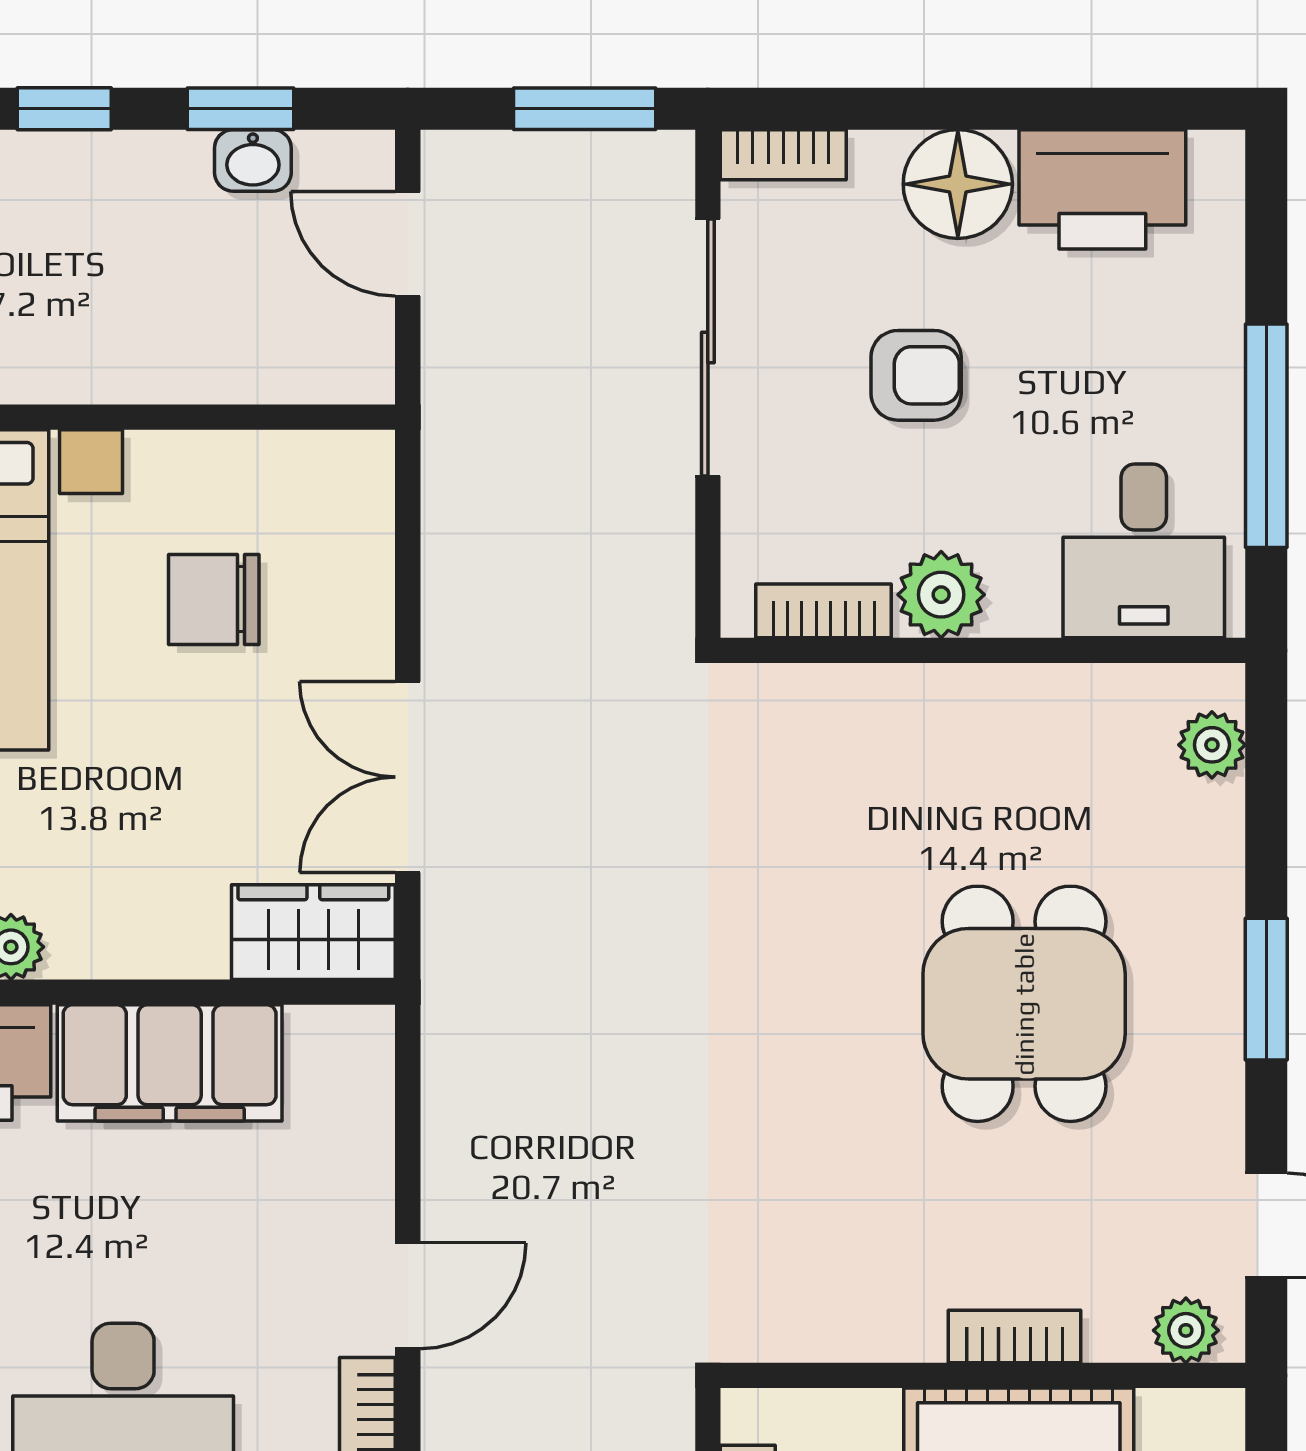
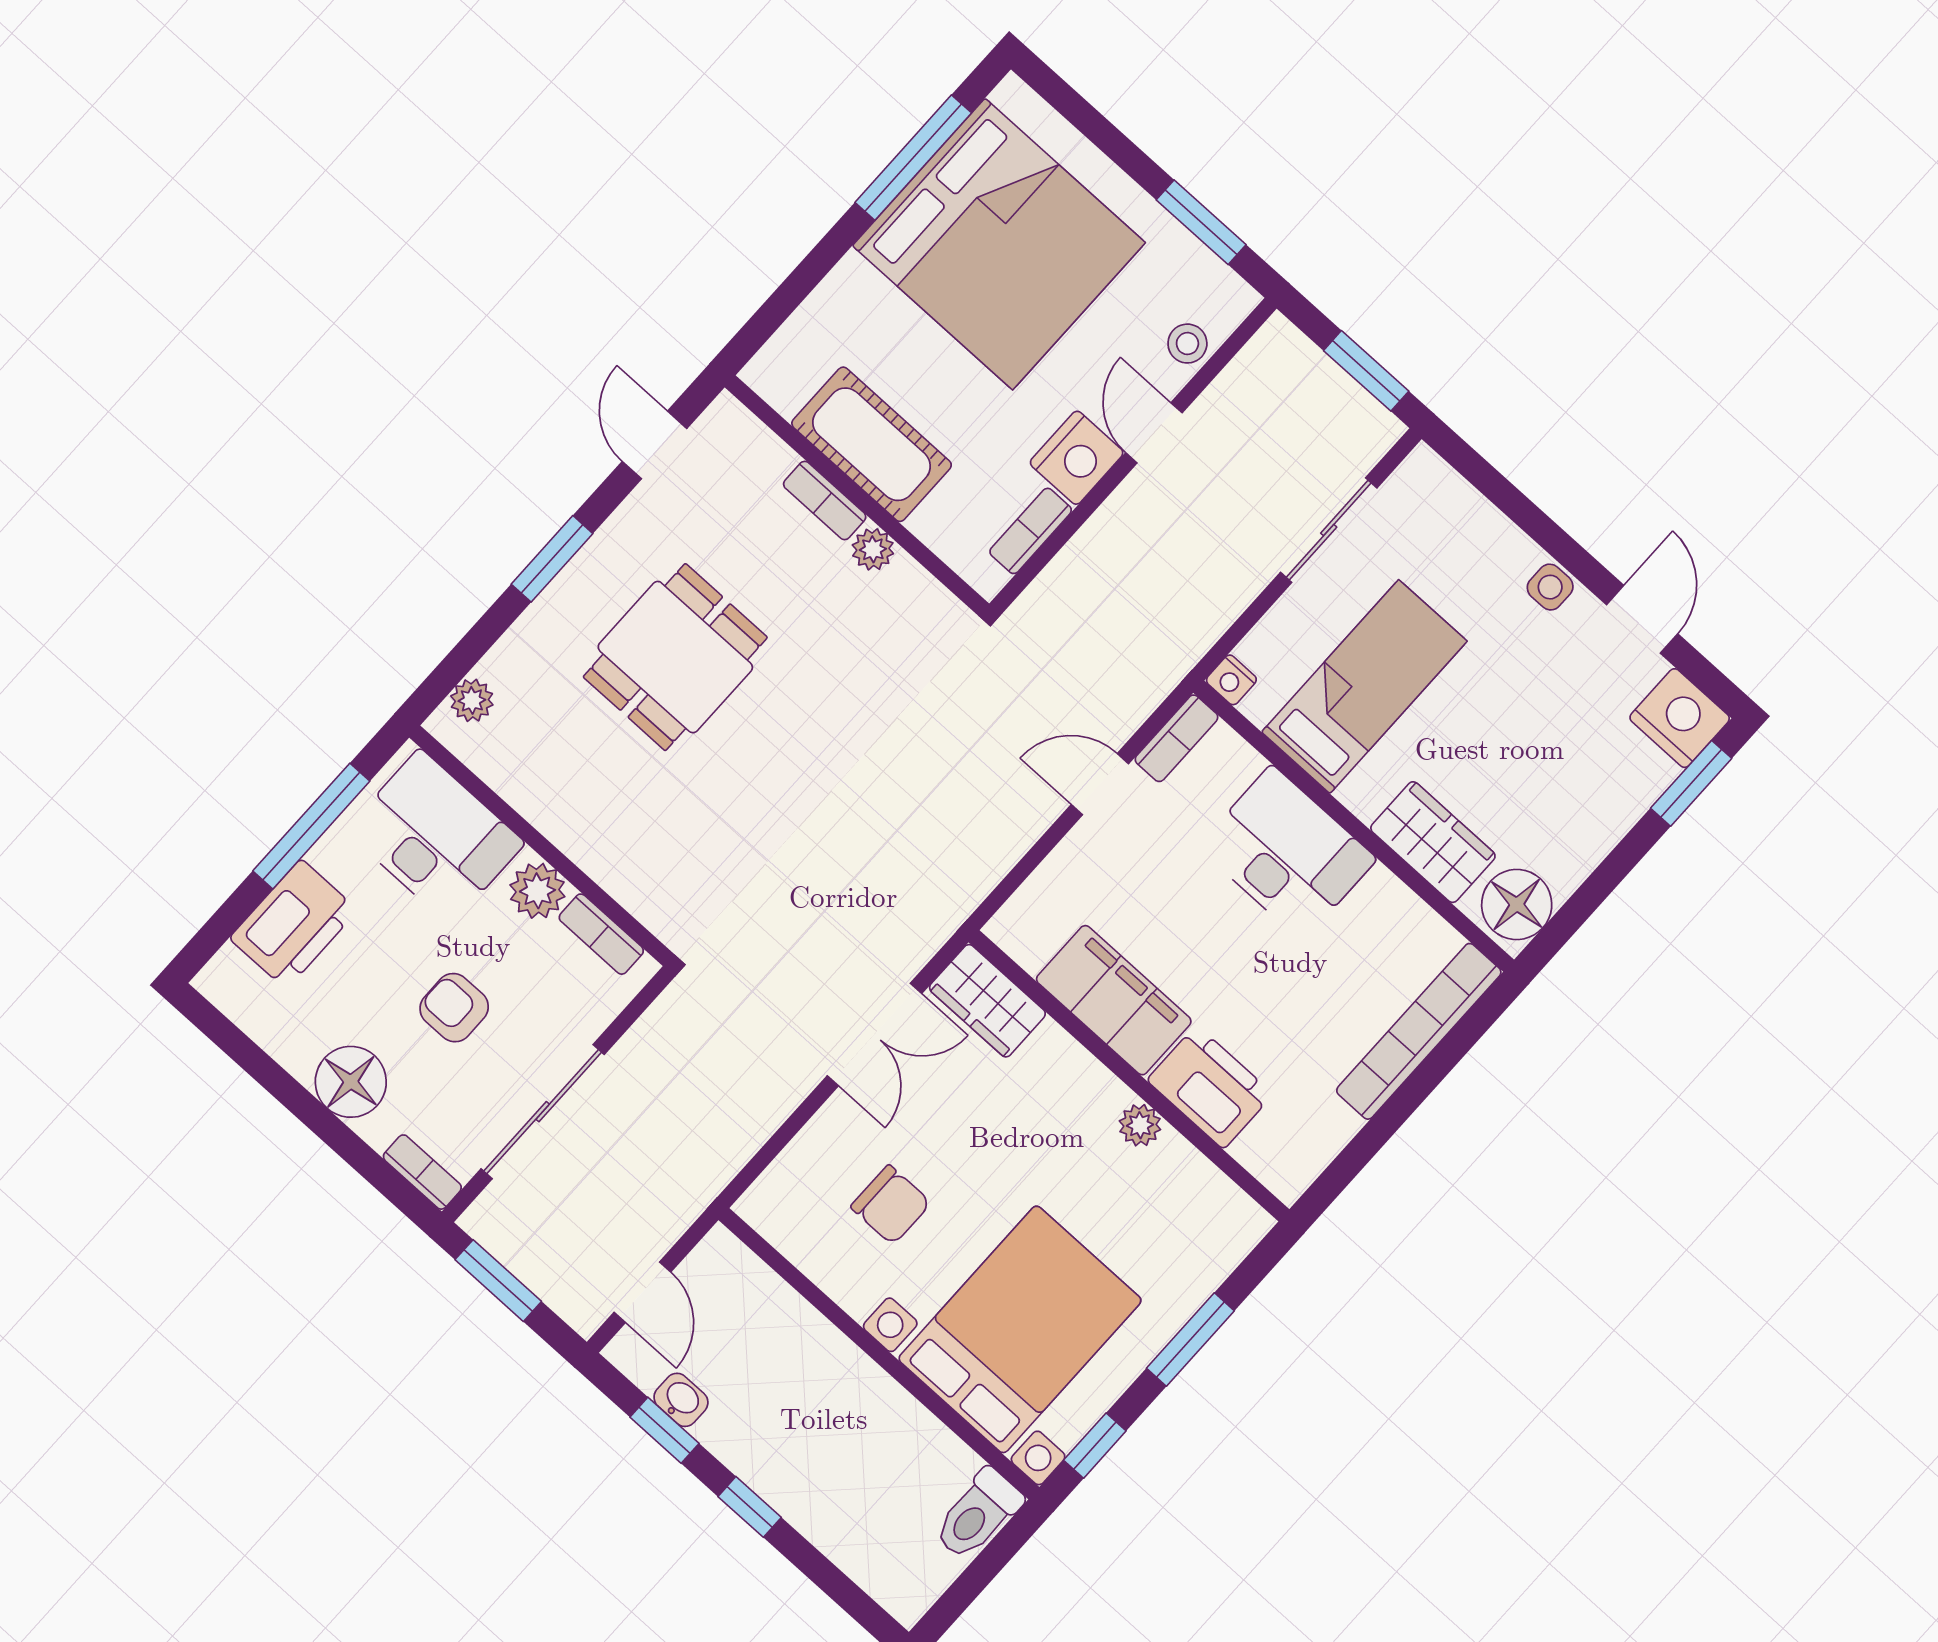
printer: (1102, 189) -> (294, 924), moved, turned 90
desk: (1144, 551) -> (435, 837), width x1.37
plant: (1186, 1330) -> (873, 549), moved

